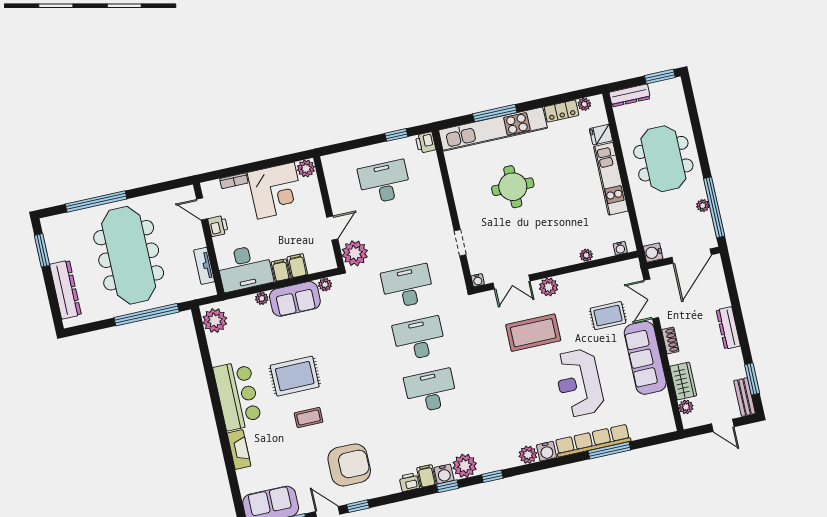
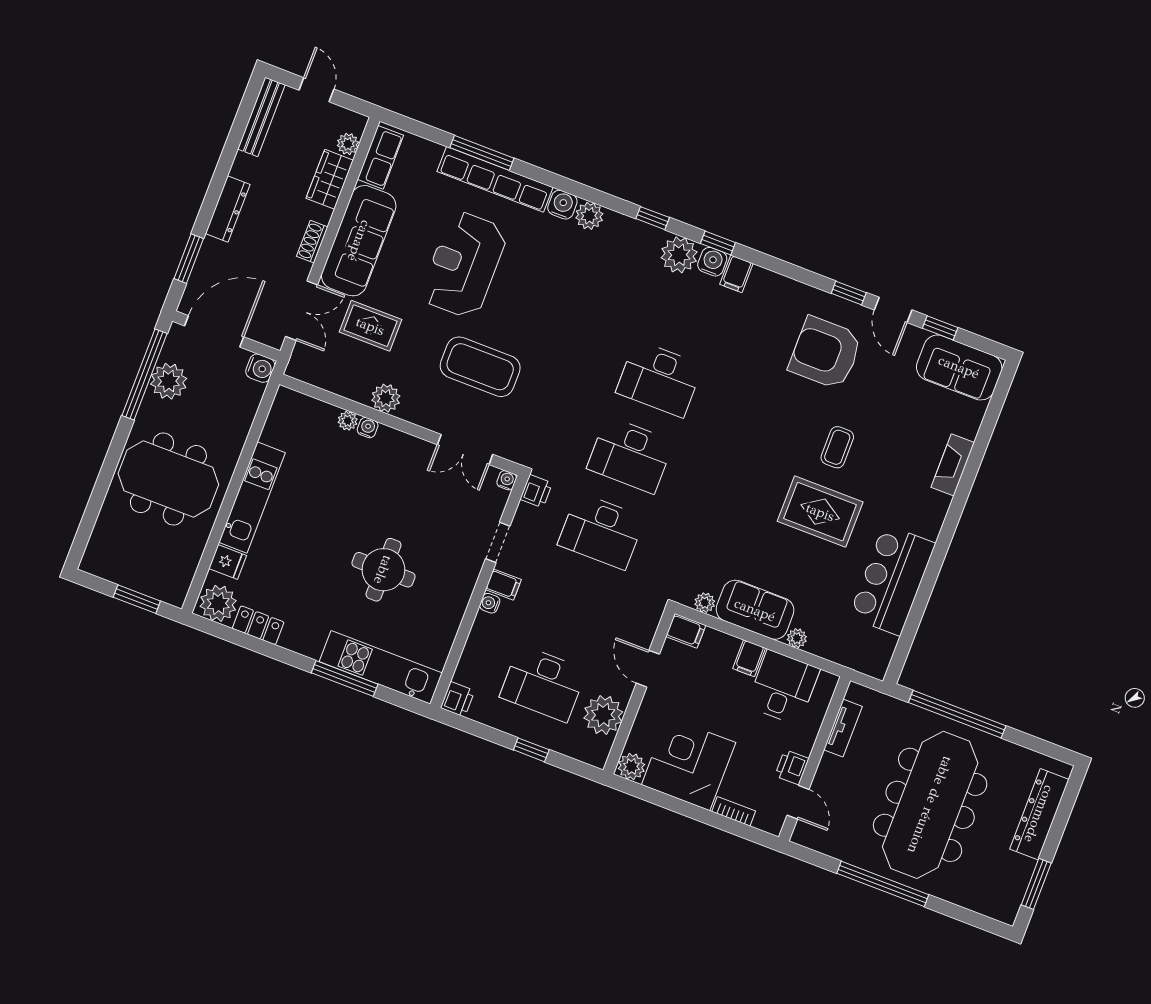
window: (660, 77) -> (137, 599), moved
dresser: (630, 95) -> (158, 588), removed
plant: (584, 104) -> (218, 603), width x1.87, depth x1.87
kitchen unit: (493, 129) -> (381, 667), width x0.73
window: (396, 135) -> (531, 750), moved
meeting table: (663, 159) -> (168, 479), turned 90
window: (96, 201) -> (883, 884), moved
plant: (703, 206) -> (169, 381), width x1.87, depth x1.87
water cooler: (443, 207) -> (490, 603), added
filing cabinet: (442, 222) -> (503, 585), added
door: (332, 228) -> (648, 669), hinge flipped
water cooler: (620, 248) -> (368, 428), moved
plant: (355, 253) -> (603, 715), moved
filing cabinet: (297, 266) -> (686, 631), moved, turned -90
desk: (245, 268) -> (783, 687), width x0.73
double door: (512, 282) -> (465, 449), swing flipped
plant: (549, 287) -> (386, 398), moved
plant: (215, 320) -> (875, 650), removed
window: (752, 379) -> (189, 259), moved
reception desk: (579, 383) -> (464, 265), turned 180
bar counter: (237, 396) -> (892, 580), moved
bench: (745, 397) -> (261, 117), width x1.36
row of seats: (663, 411) -> (380, 157), added
coffee table: (309, 418) -> (837, 447), turned 90
printer: (409, 482) -> (536, 491), moved, turned -90

